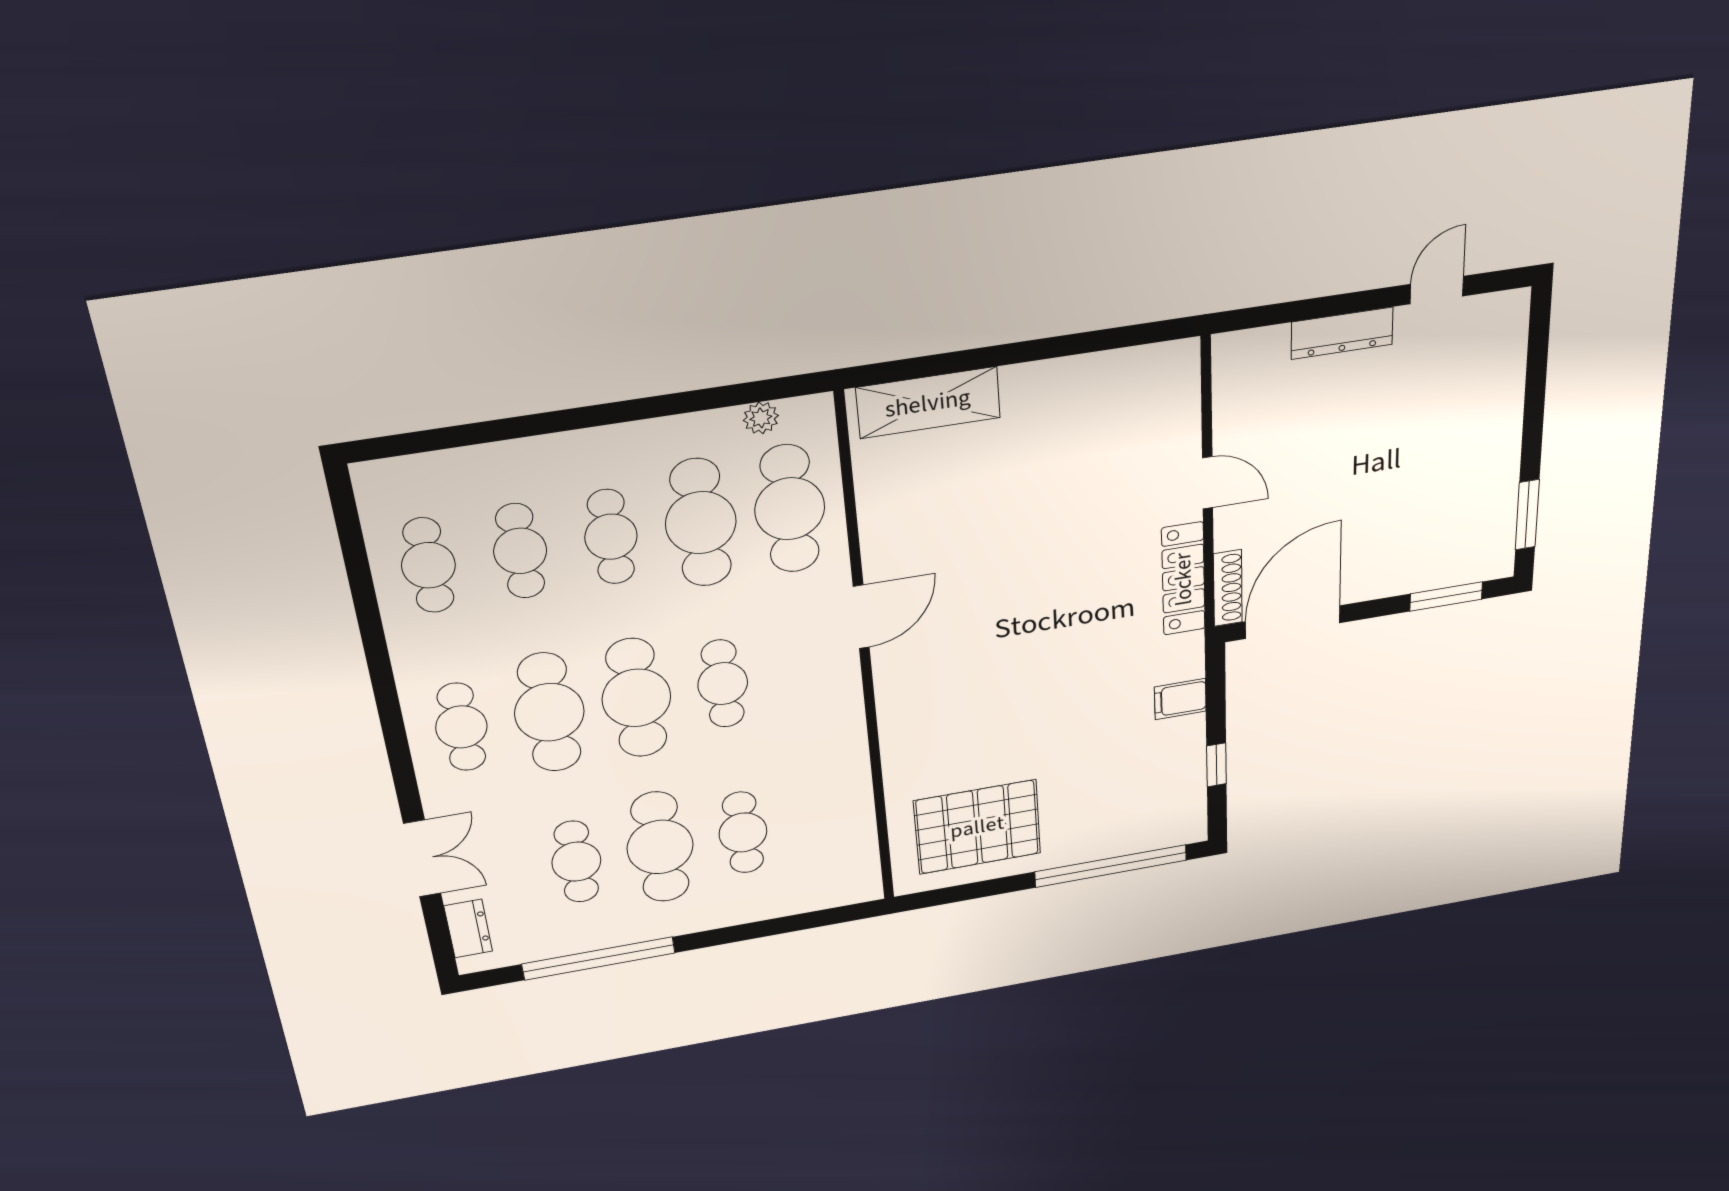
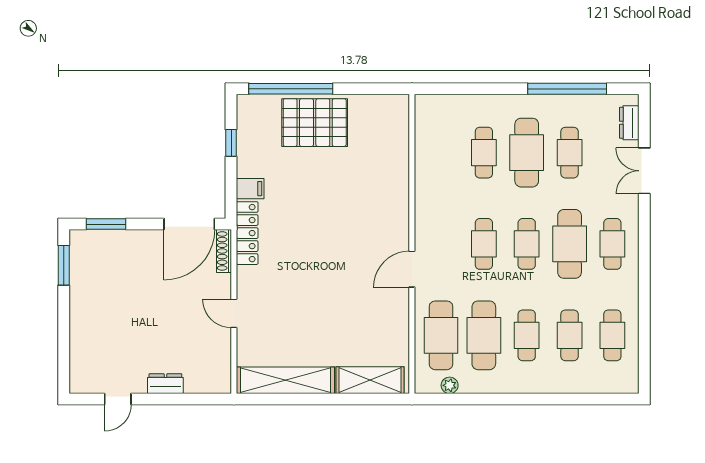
dresser: (1342, 333) -> (165, 384), width x0.70
shelving: (1102, 376) -> (285, 380), added
locker: (1183, 579) -> (247, 233), moved
cafe table: (636, 698) -> (527, 244), width x0.73, depth x0.74
pallet: (977, 827) -> (315, 123), moved

